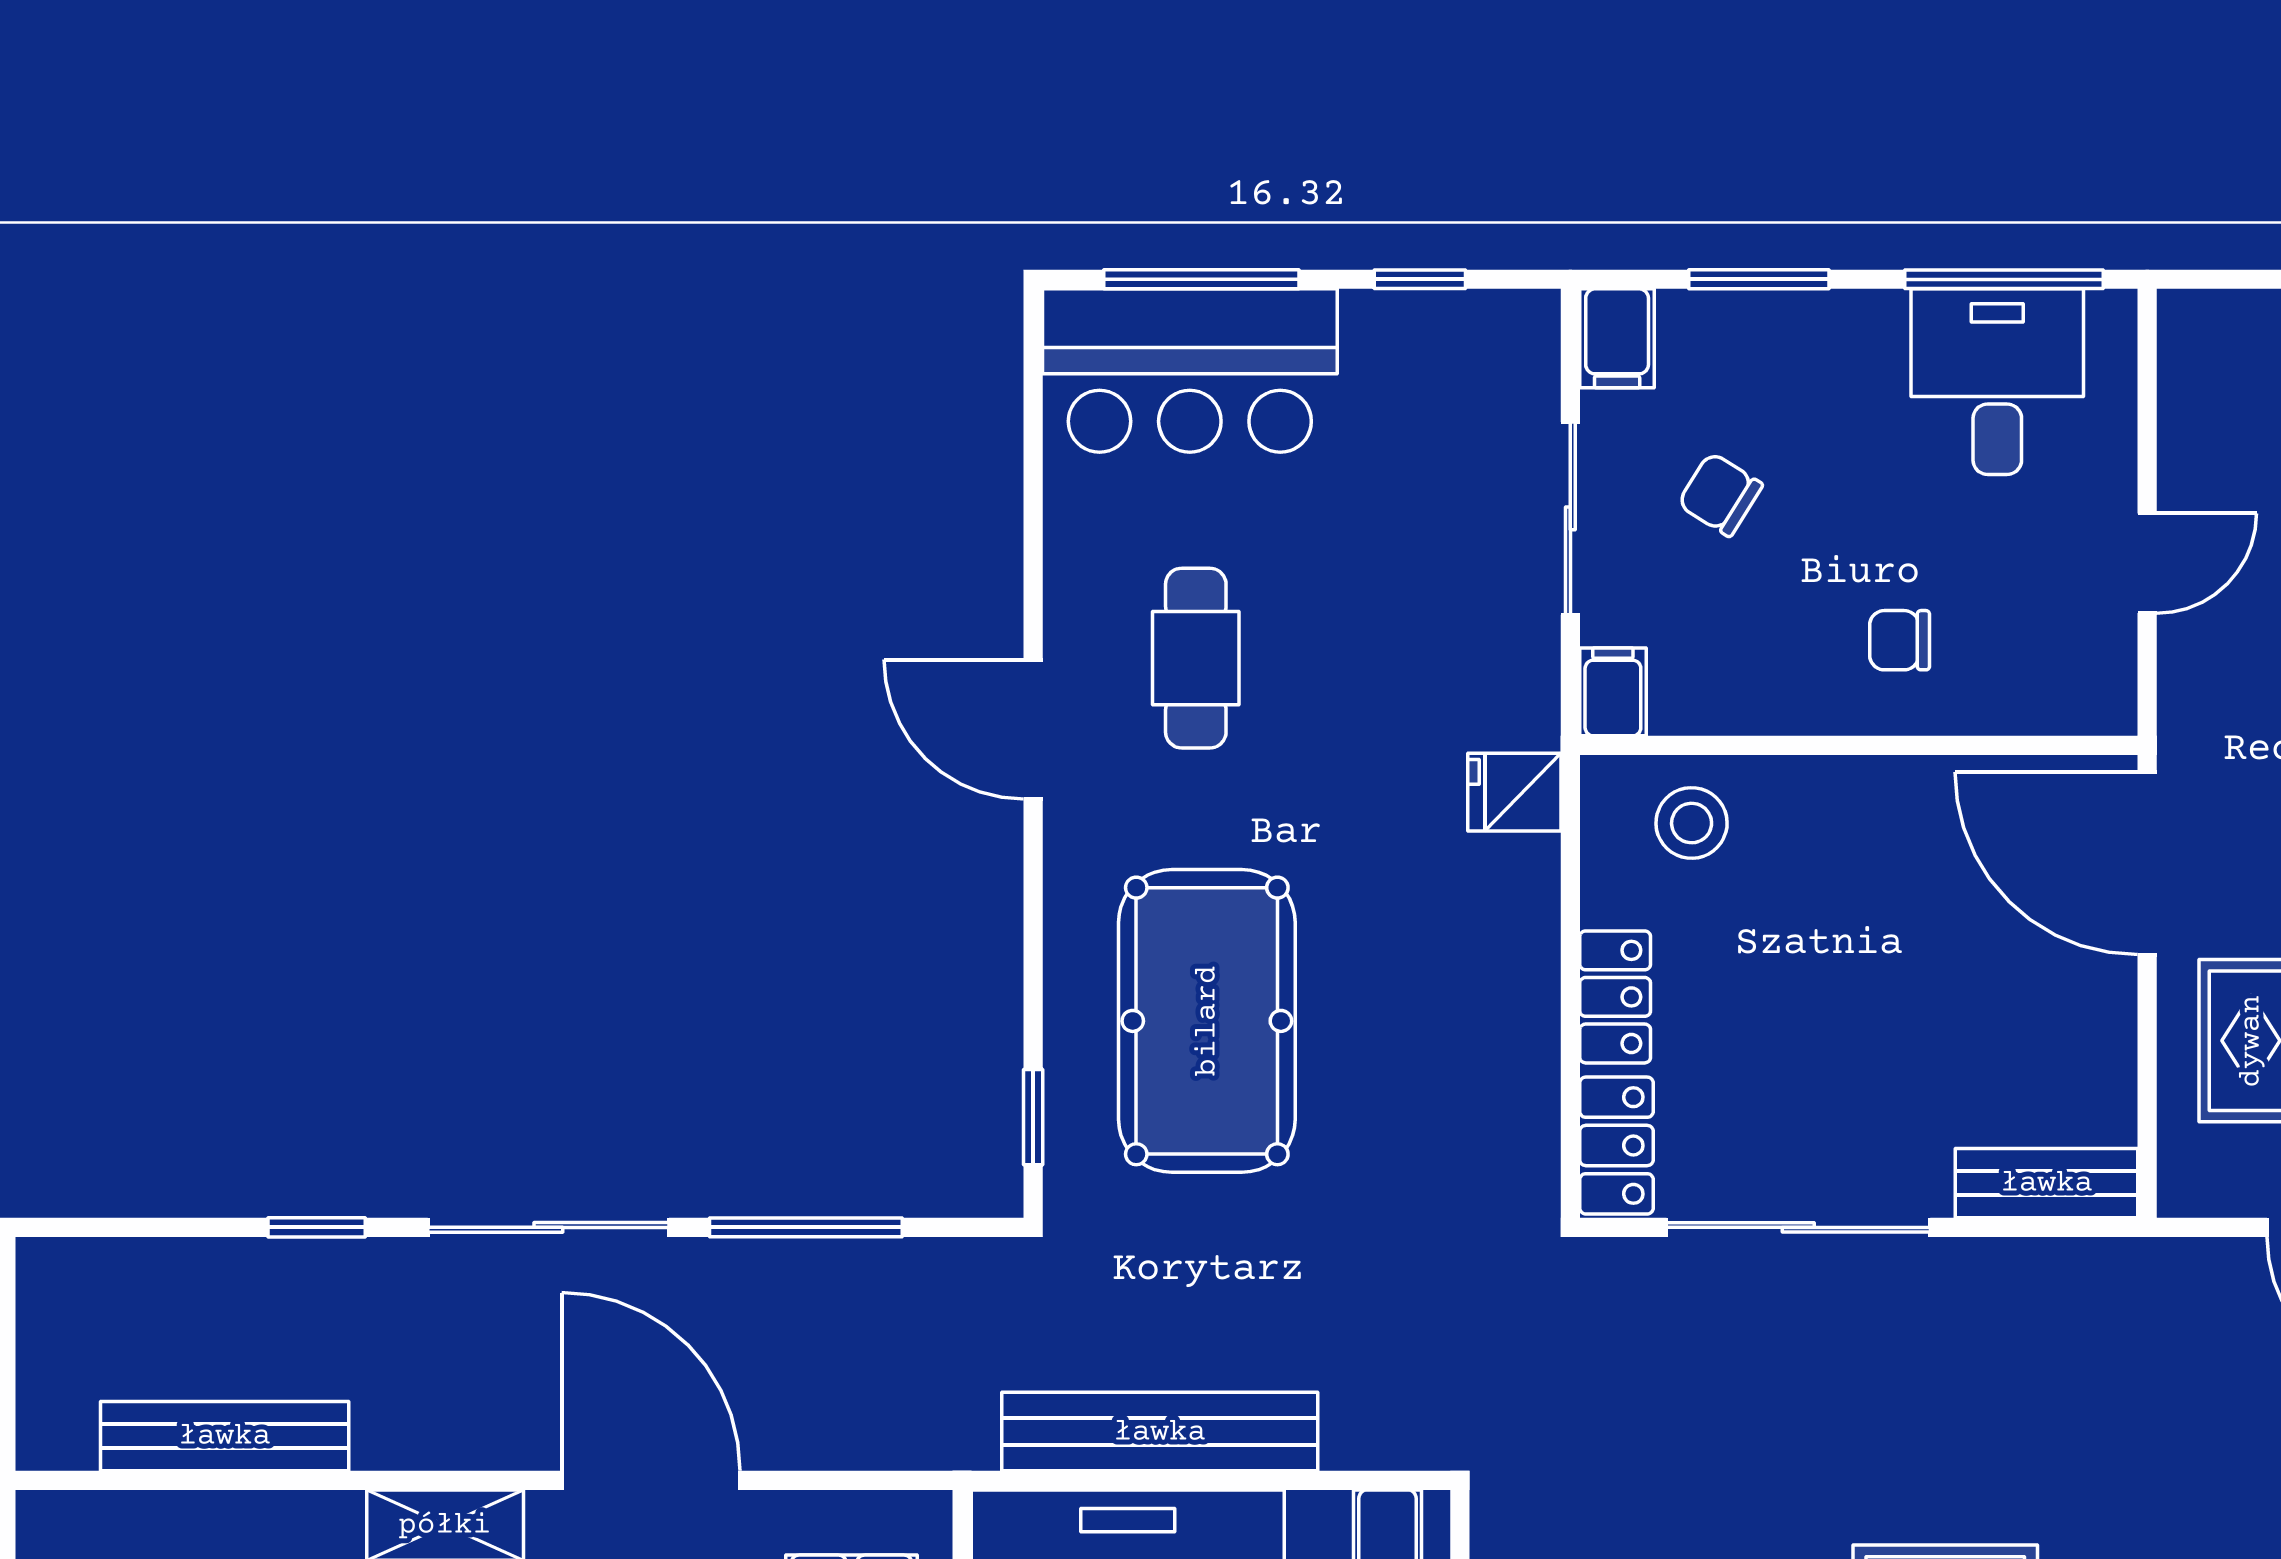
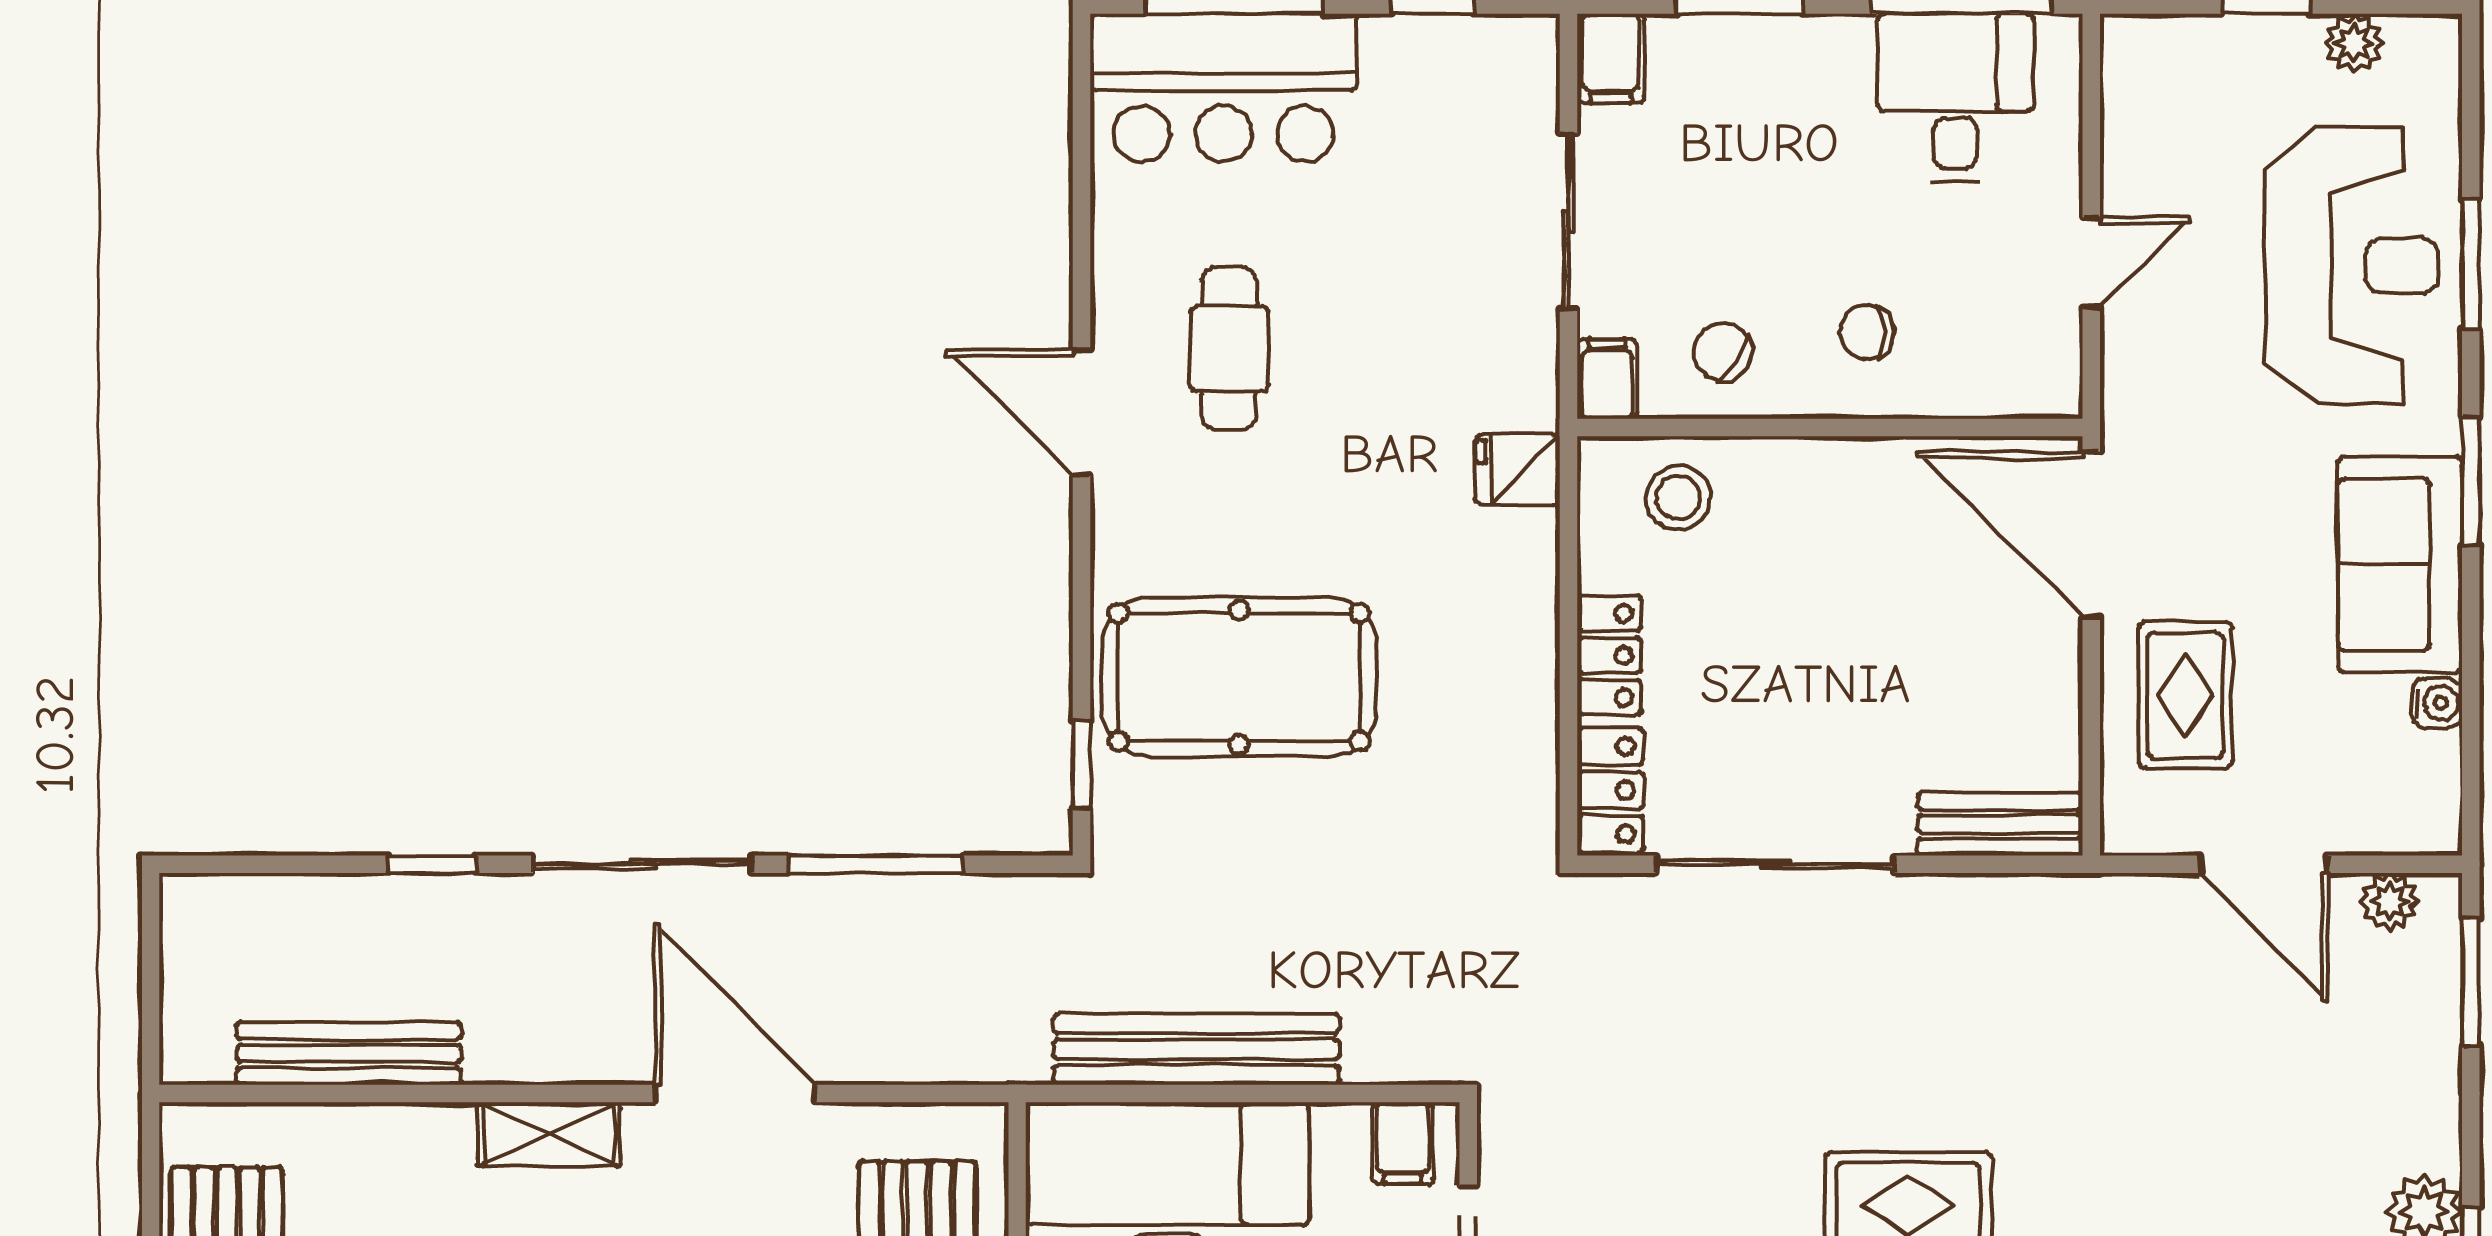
chair: (1720, 494) -> (1722, 352), moved
pool table: (1207, 1021) -> (1239, 677), turned 90

